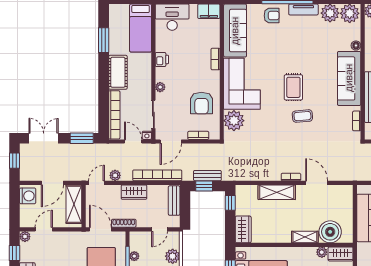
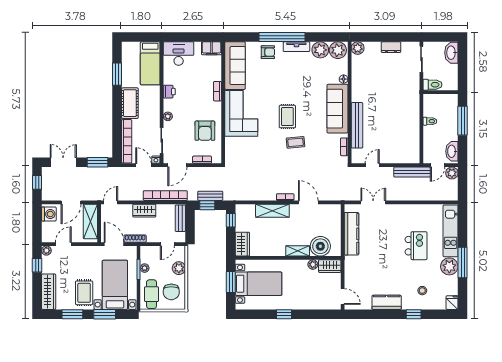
plant: (234, 121) -> (234, 146), removed
plant: (115, 175) -> (127, 196), removed

